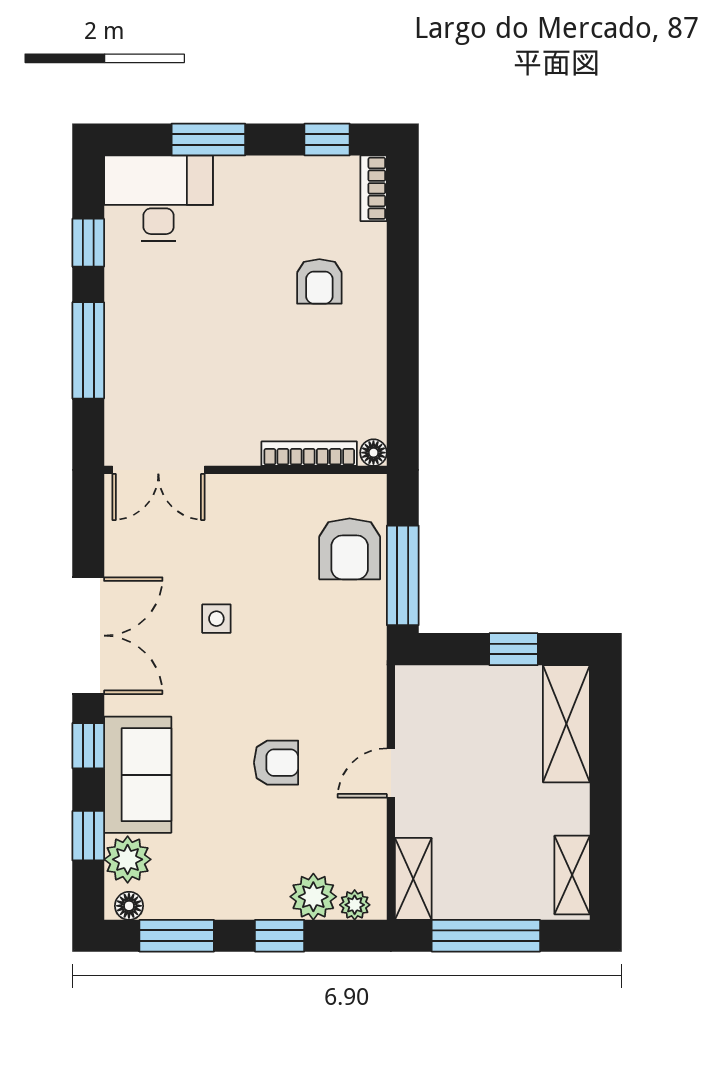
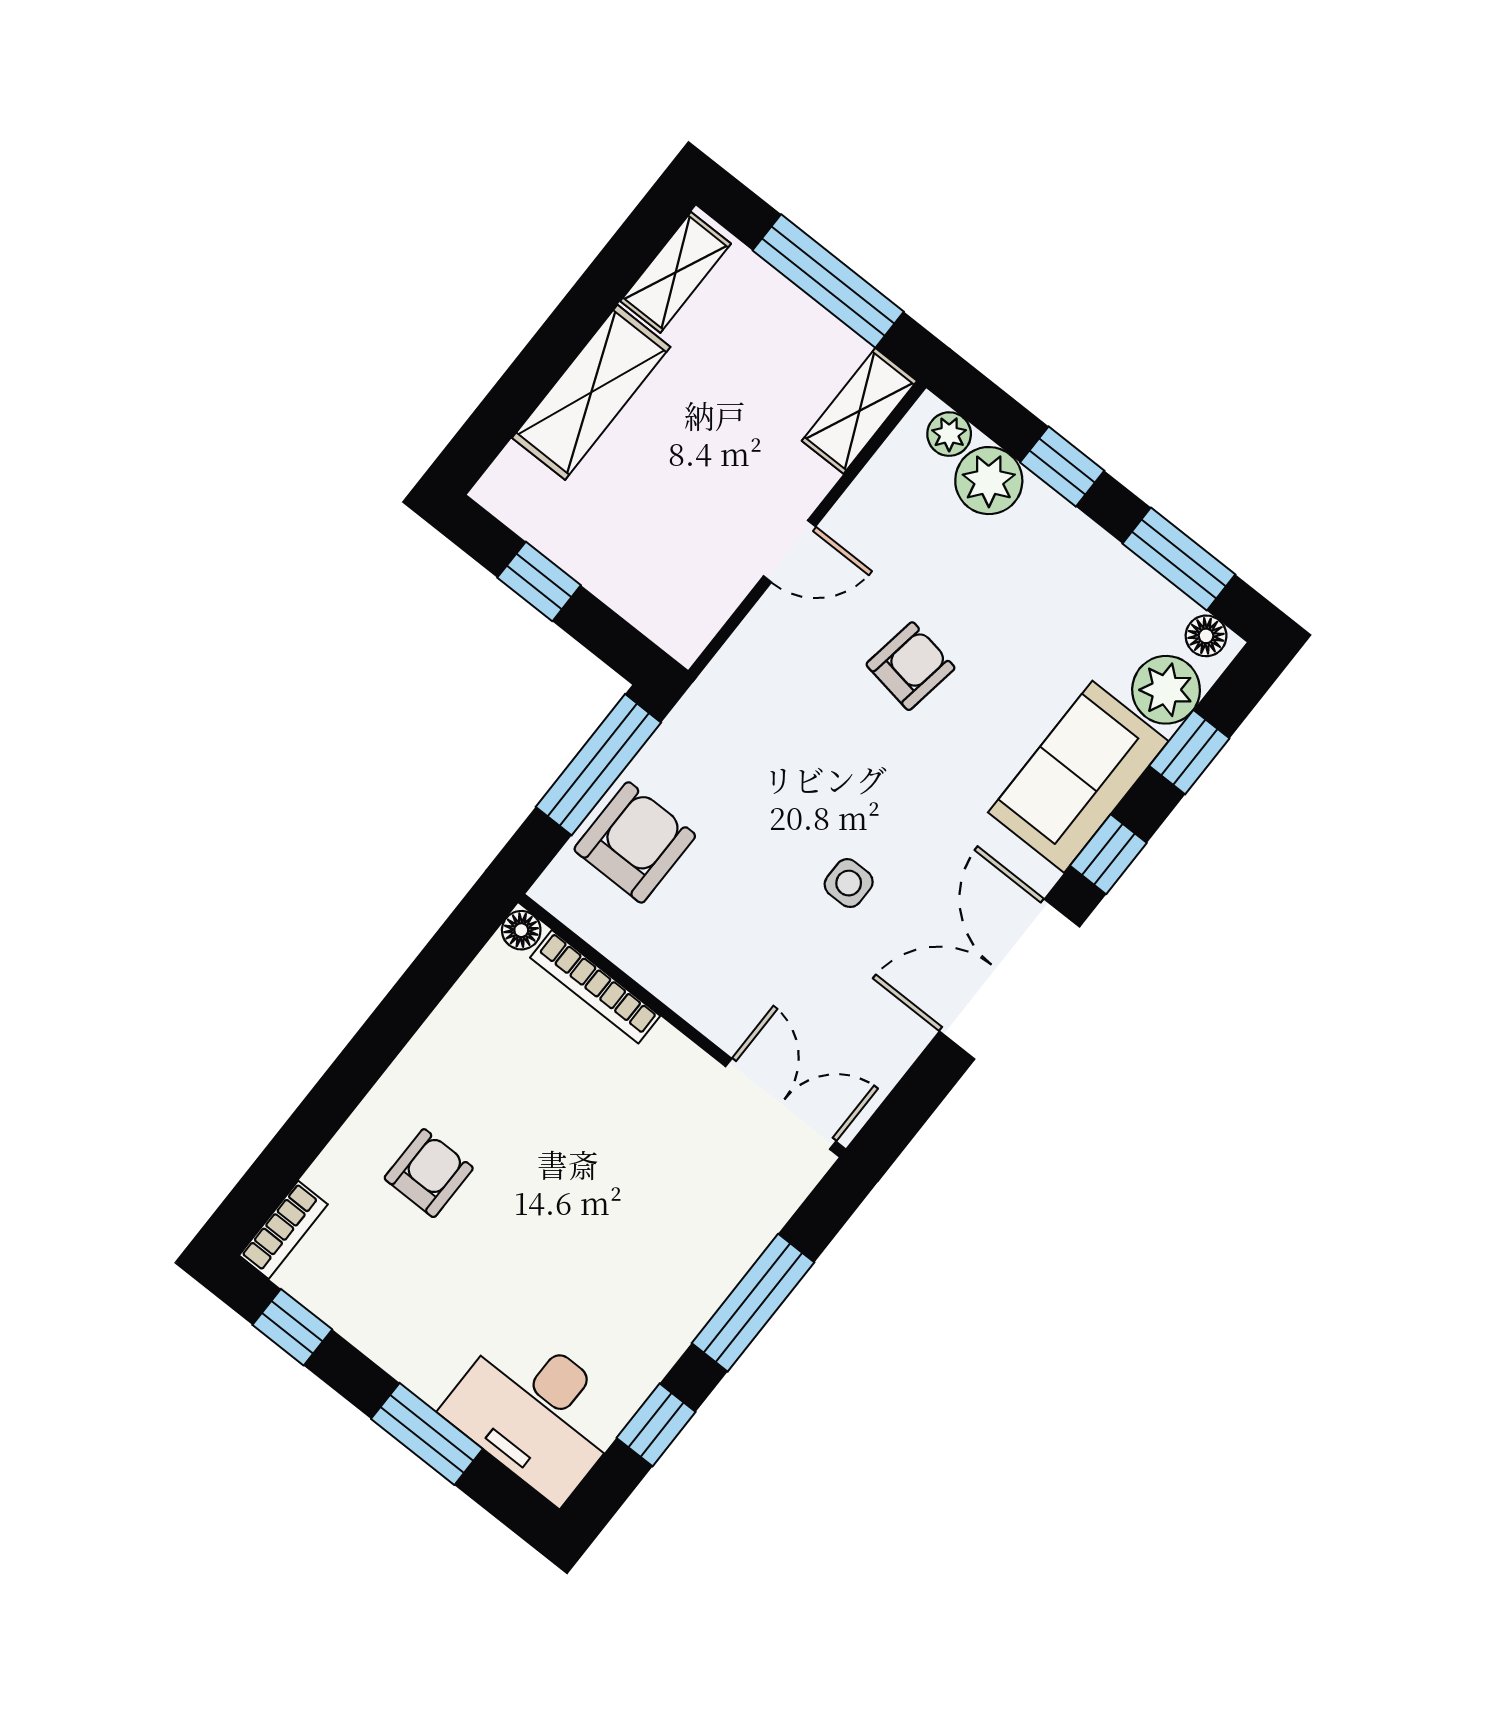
shelving: (566, 724) -> (591, 392), moved
armchair: (276, 763) -> (910, 666), turned 99

